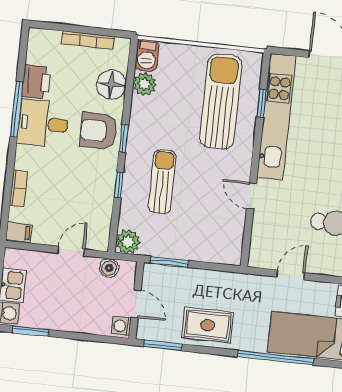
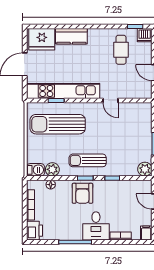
printer: (36, 82) -> (34, 231), moved, turned 90
floor lamp: (111, 85) -> (51, 185), width x0.53, depth x0.53
desk: (43, 124) -> (96, 226), moved
sun lounger: (162, 182) -> (88, 160), moved
door: (251, 196) -> (110, 100), hinge flipped

